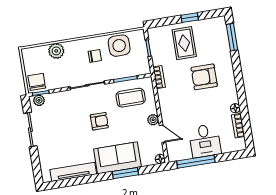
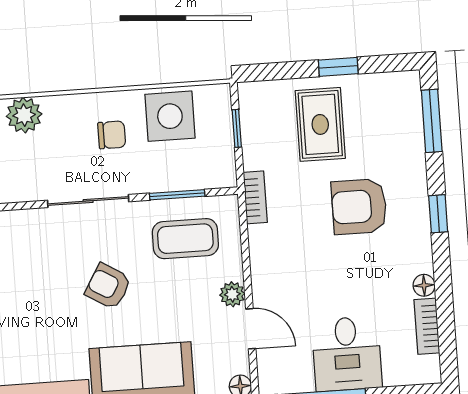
window: (238, 77) -> (438, 214), added
armchair: (99, 121) -> (108, 286), turned -149

